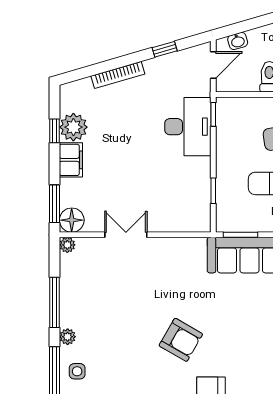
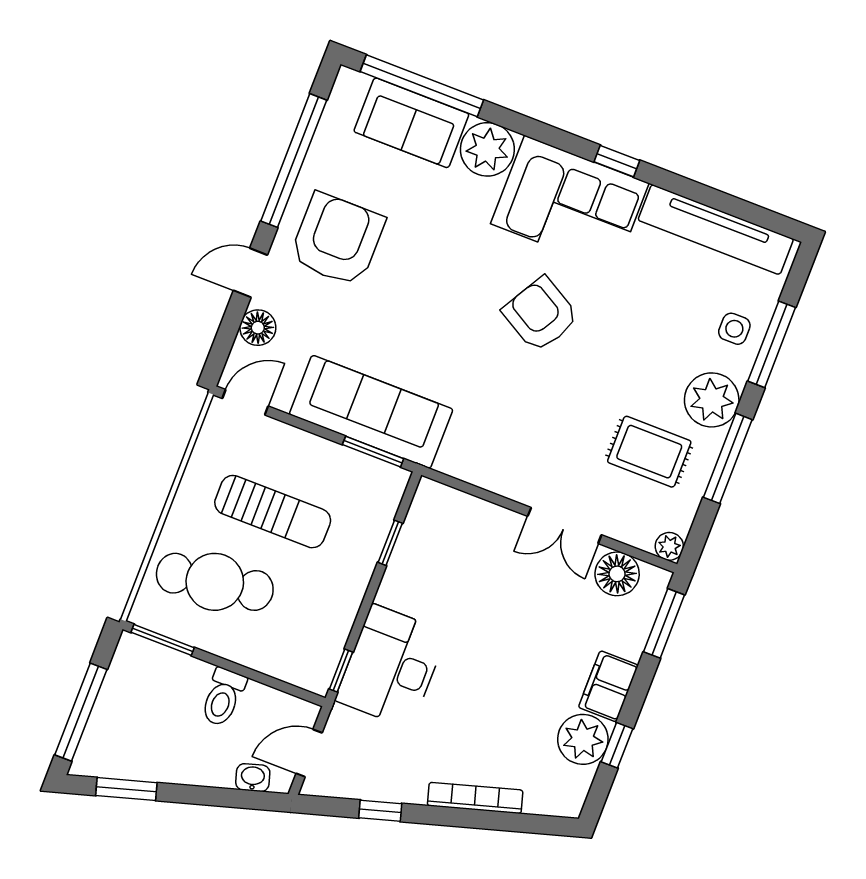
floor lamp: (72, 220) -> (617, 574), moved
rug: (97, 290) -> (649, 452), added
plant: (68, 337) -> (712, 400), width x1.88, depth x1.88

